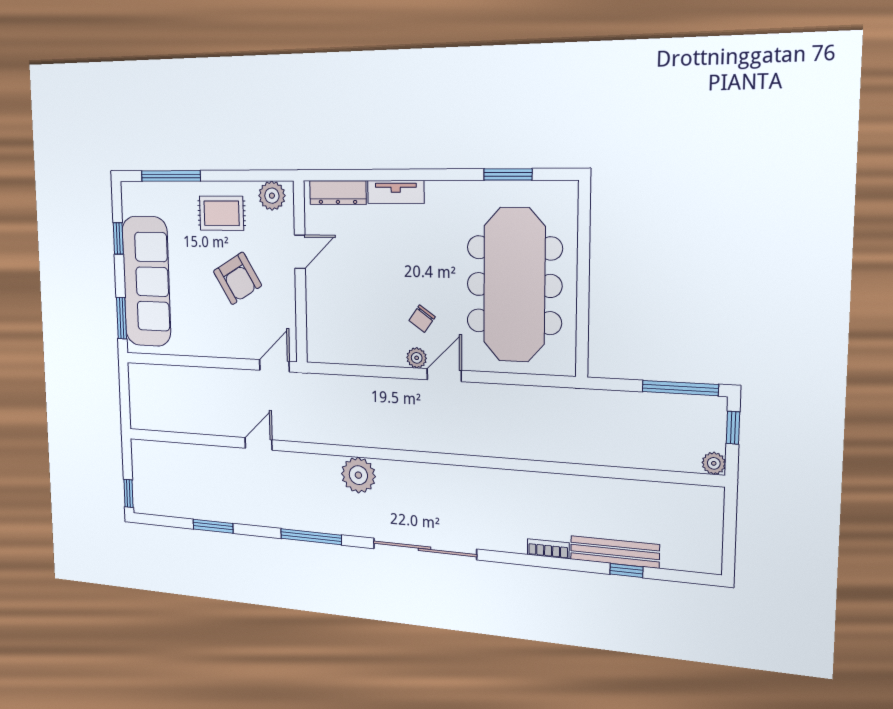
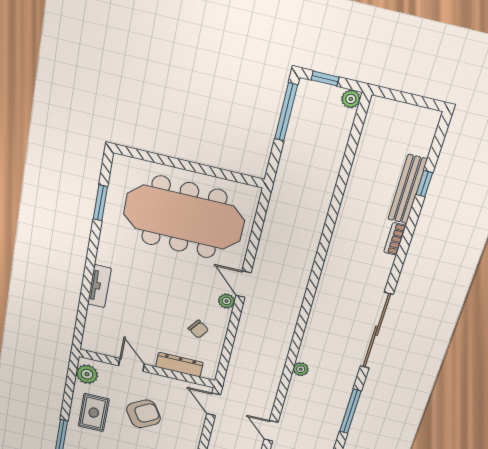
dresser: (338, 193) -> (179, 365), moved, turned -90
chair: (422, 319) -> (198, 329), moved
plant: (358, 475) -> (301, 369), width x0.53, depth x0.53

